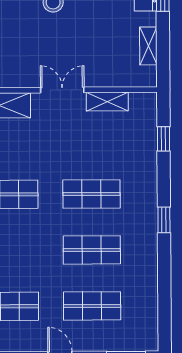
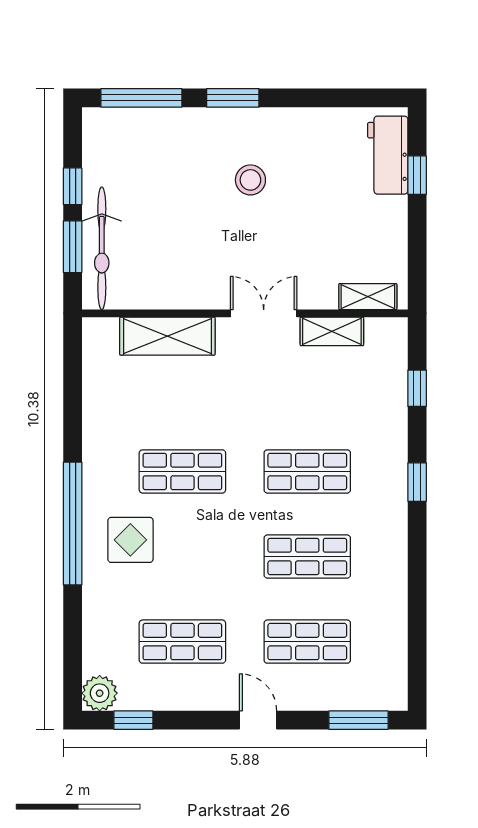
shelving: (148, 46) -> (368, 297), moved, turned 90
window: (164, 220) -> (417, 482), moved

